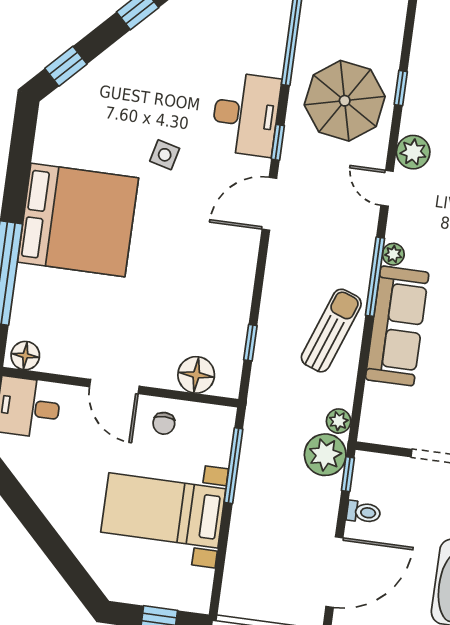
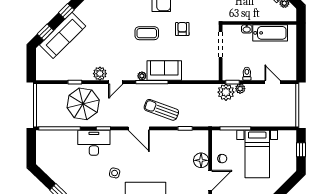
door: (269, 204) -> (139, 128), moved
sofa: (397, 326) -> (164, 70), width x0.73
sun lounger: (331, 331) -> (161, 110), moved
floor lamp: (196, 375) -> (201, 160), moved
plant: (339, 421) -> (240, 89), moved
door: (334, 572) -> (273, 82), width x0.53

